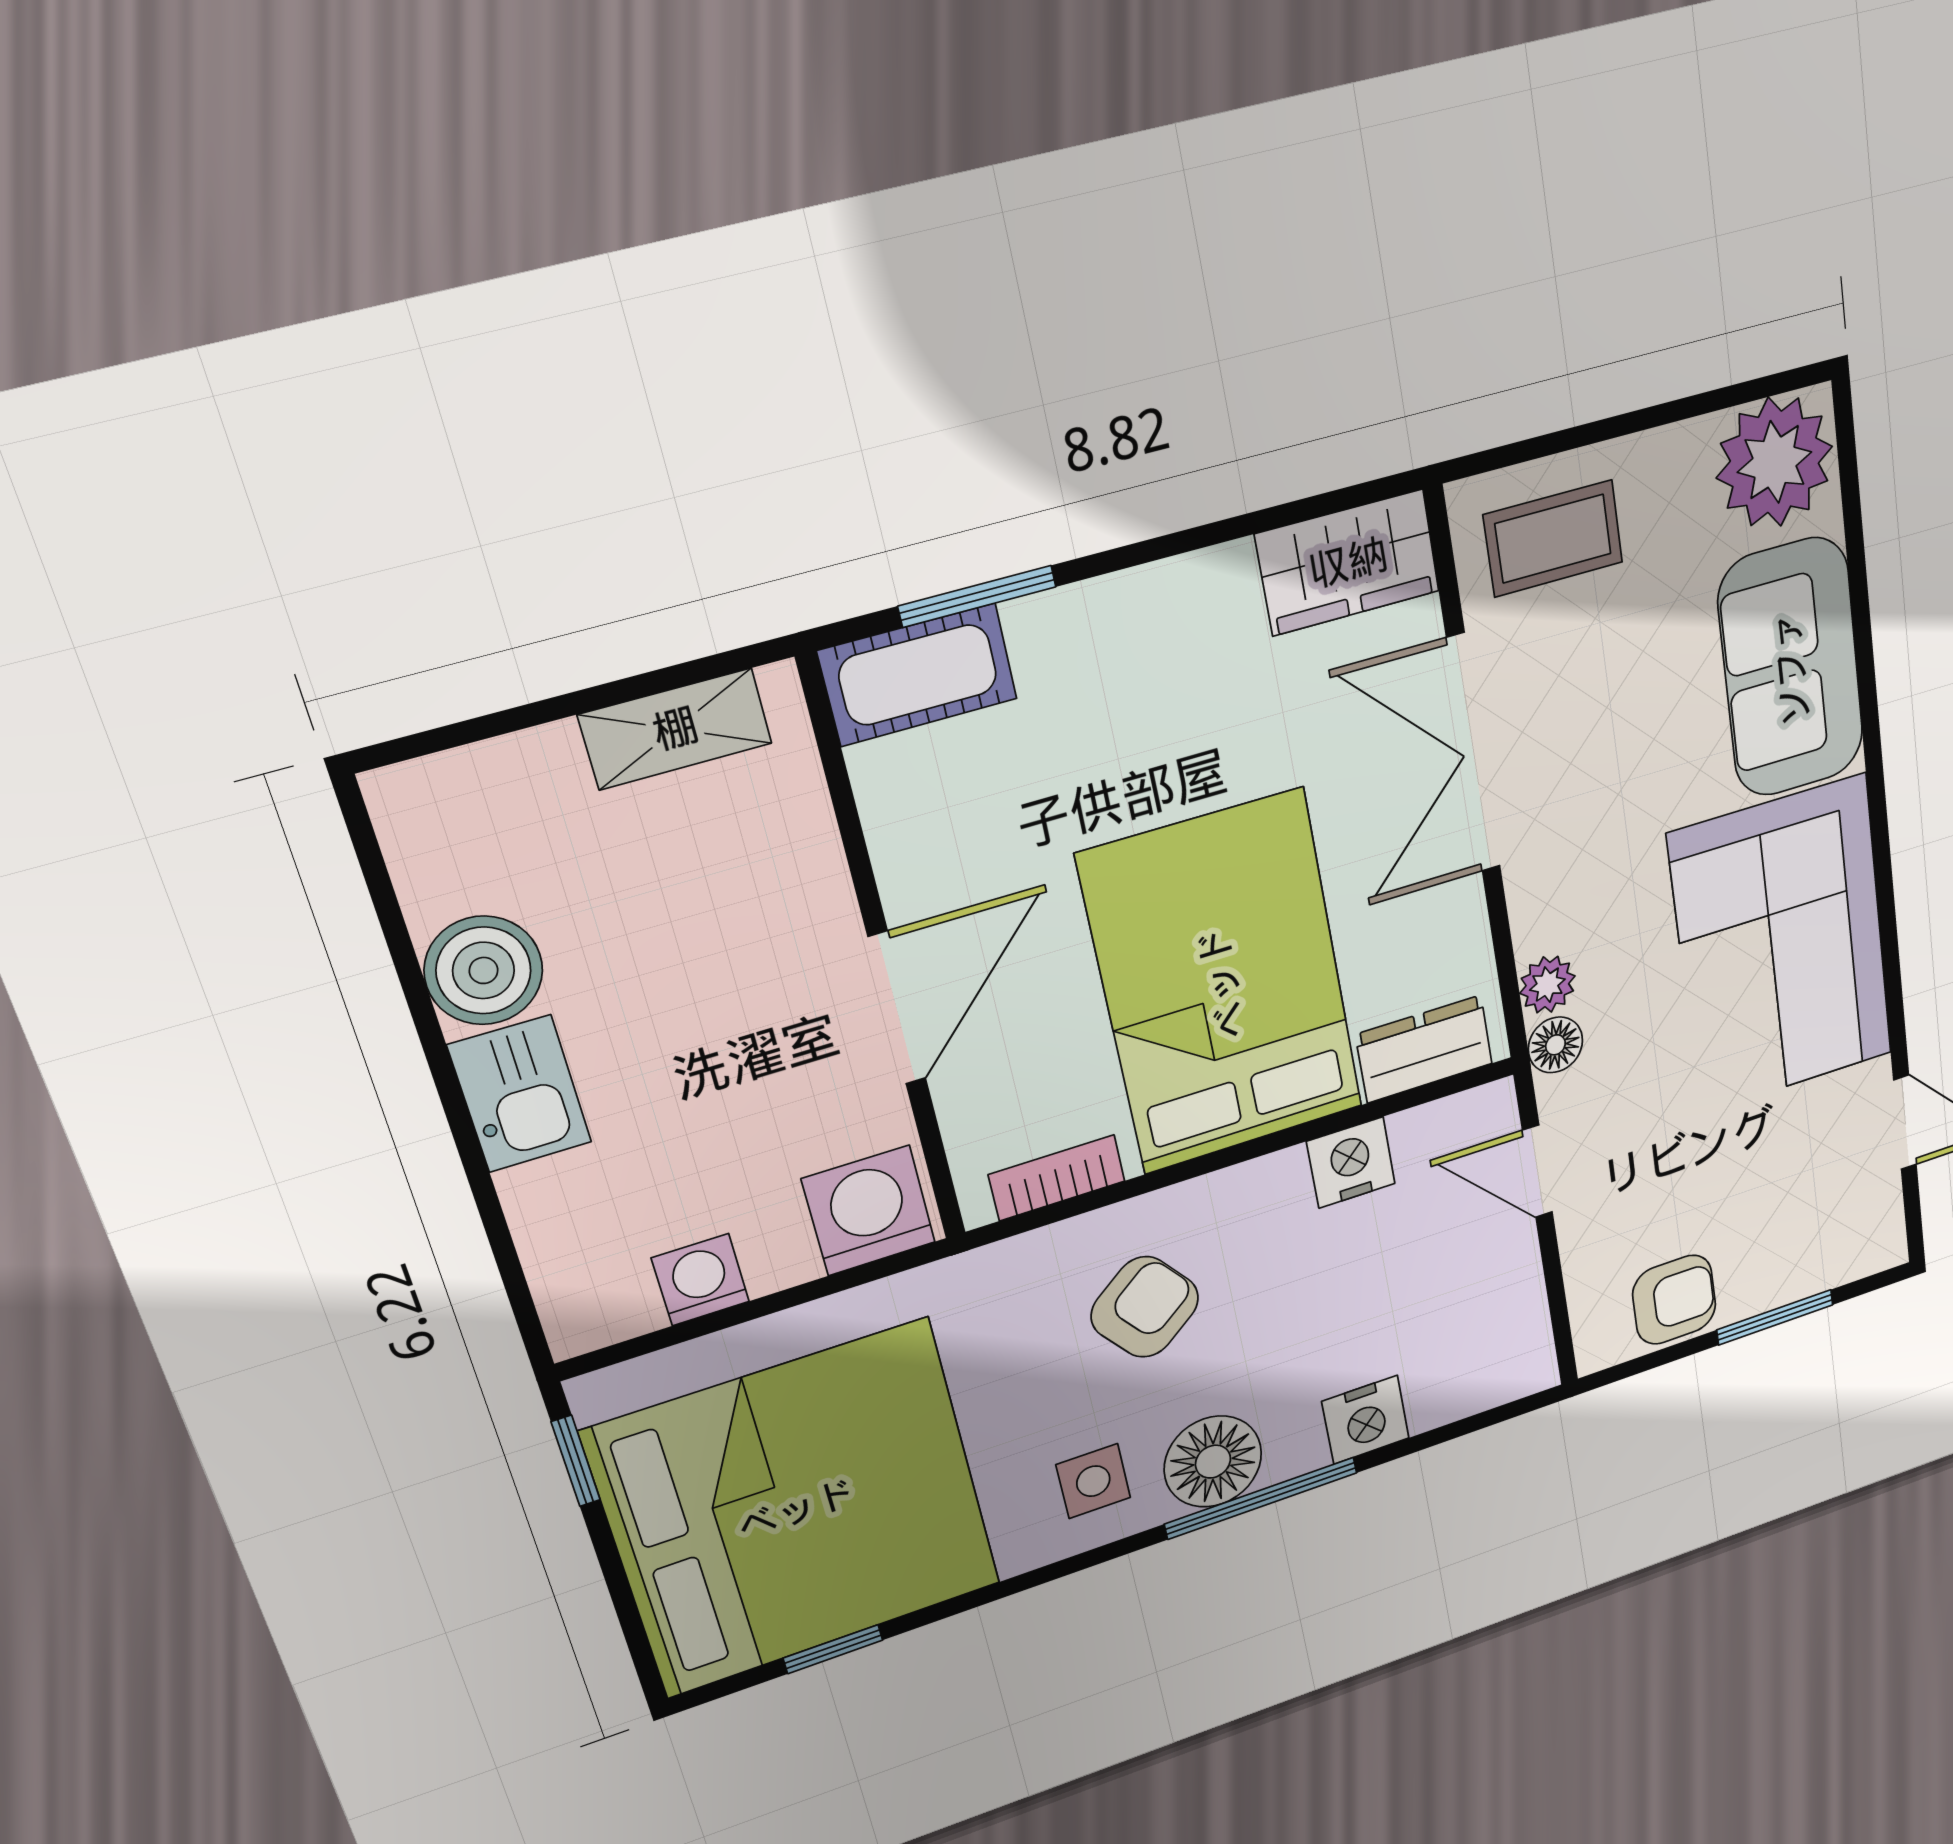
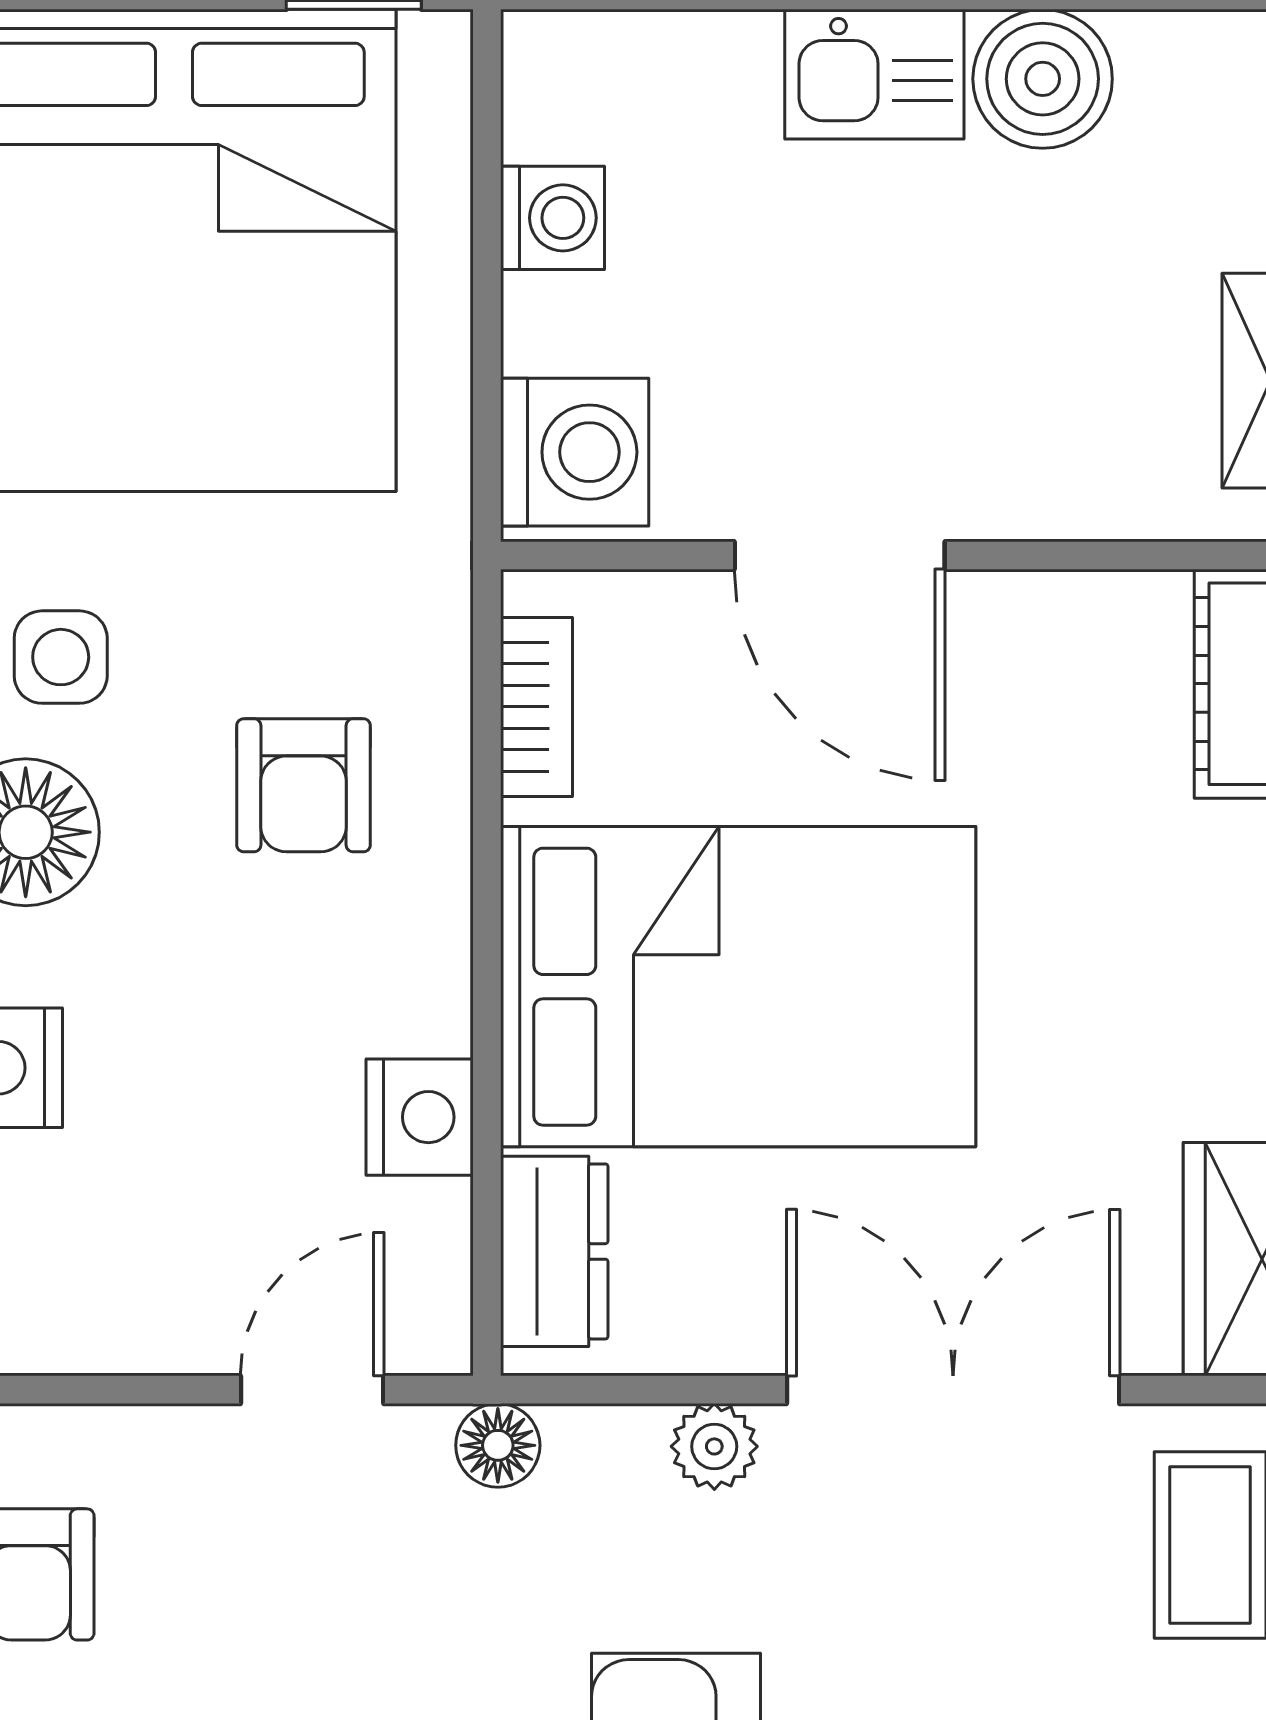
plant: (1547, 985) -> (714, 1446), moved
armchair: (1145, 1307) -> (304, 785), turned 38

